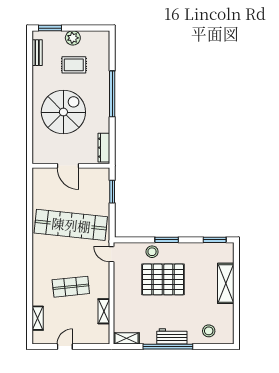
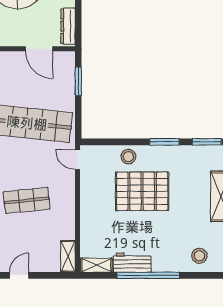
door: (68, 166) -> (39, 49), moved
window: (167, 240) -> (164, 142), moved
shelving: (104, 311) -> (68, 256), moved
workbench: (172, 336) -> (132, 263), moved

